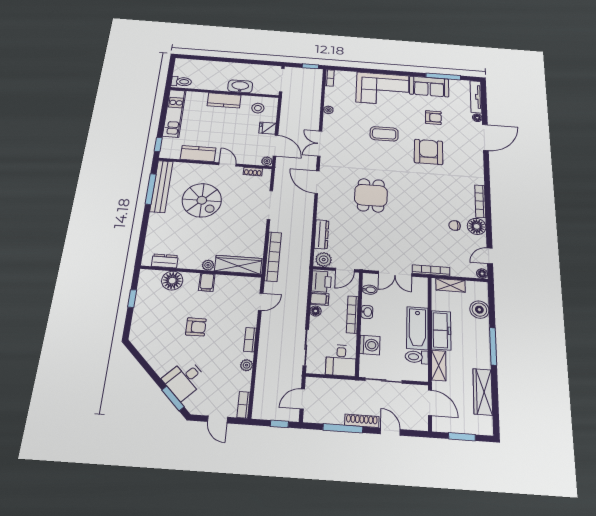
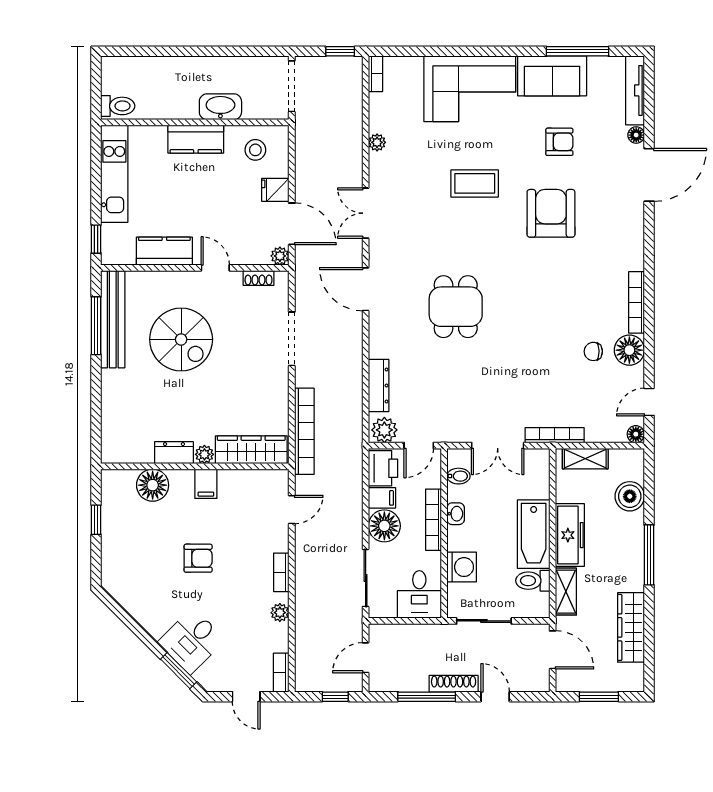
dresser: (165, 261) -> (174, 453), moved
floor lamp: (316, 311) -> (384, 526), width x1.89, depth x1.89

